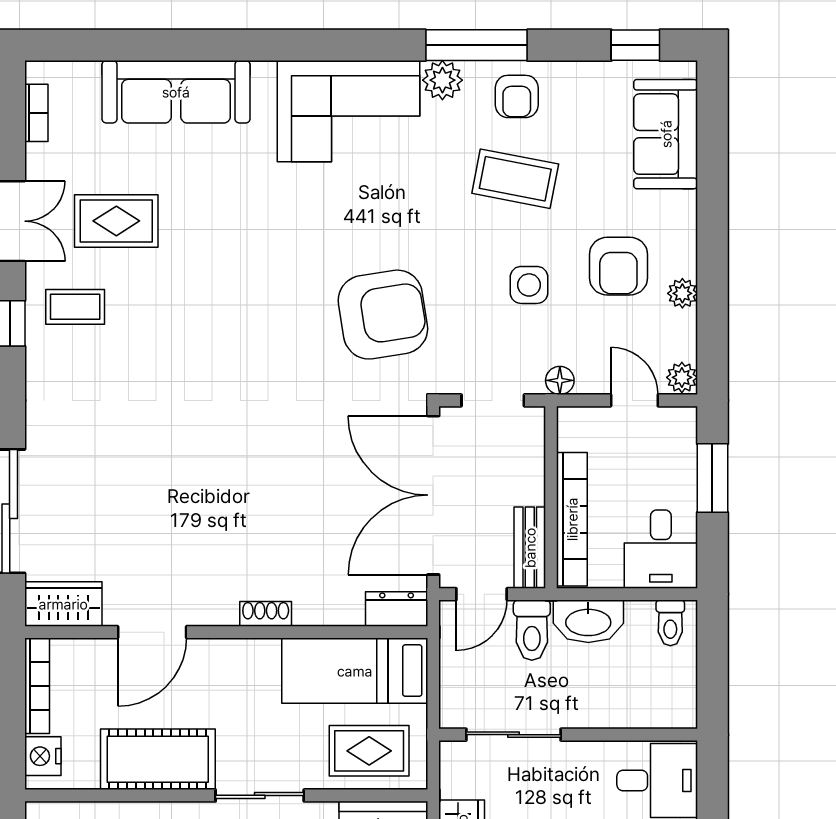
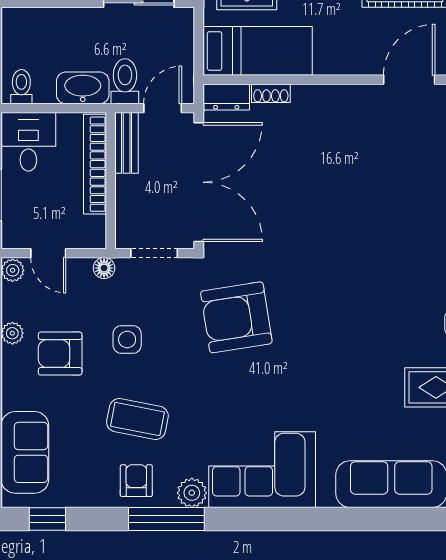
armchair: (618, 266) -> (60, 354), turned -90
shoe rack: (266, 614) -> (271, 93), moved

